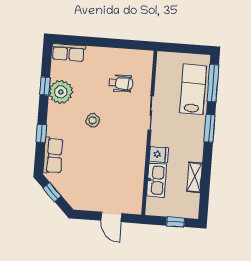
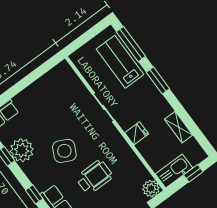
wheelchair: (121, 83) -> (94, 177), moved, width x1.36, depth x1.37
side table: (93, 120) -> (64, 151), width x1.87, depth x1.87
kitchen sink: (156, 180) -> (174, 171), moved, turned -90
plant: (133, 206) -> (151, 189), added

